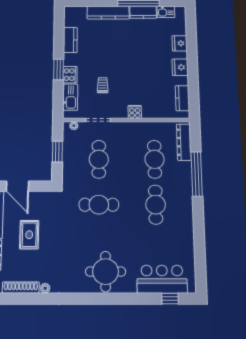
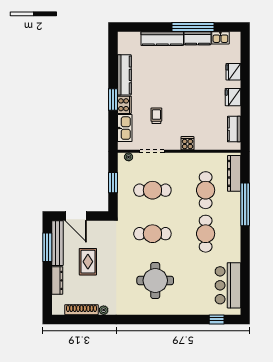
kitchen counter: (70, 40) -> (124, 75), width x1.50
cafe table: (99, 159) -> (152, 190), turned 90
round table: (106, 272) -> (155, 280), moved
bar counter: (162, 279) -> (228, 285), moved, turned -90

